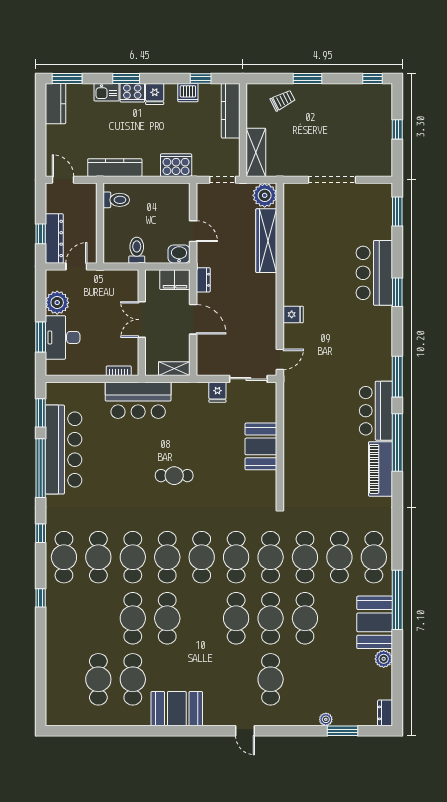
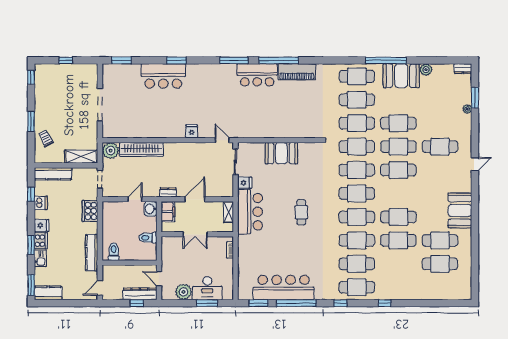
bar counter: (138, 400) -> (250, 212), moved

